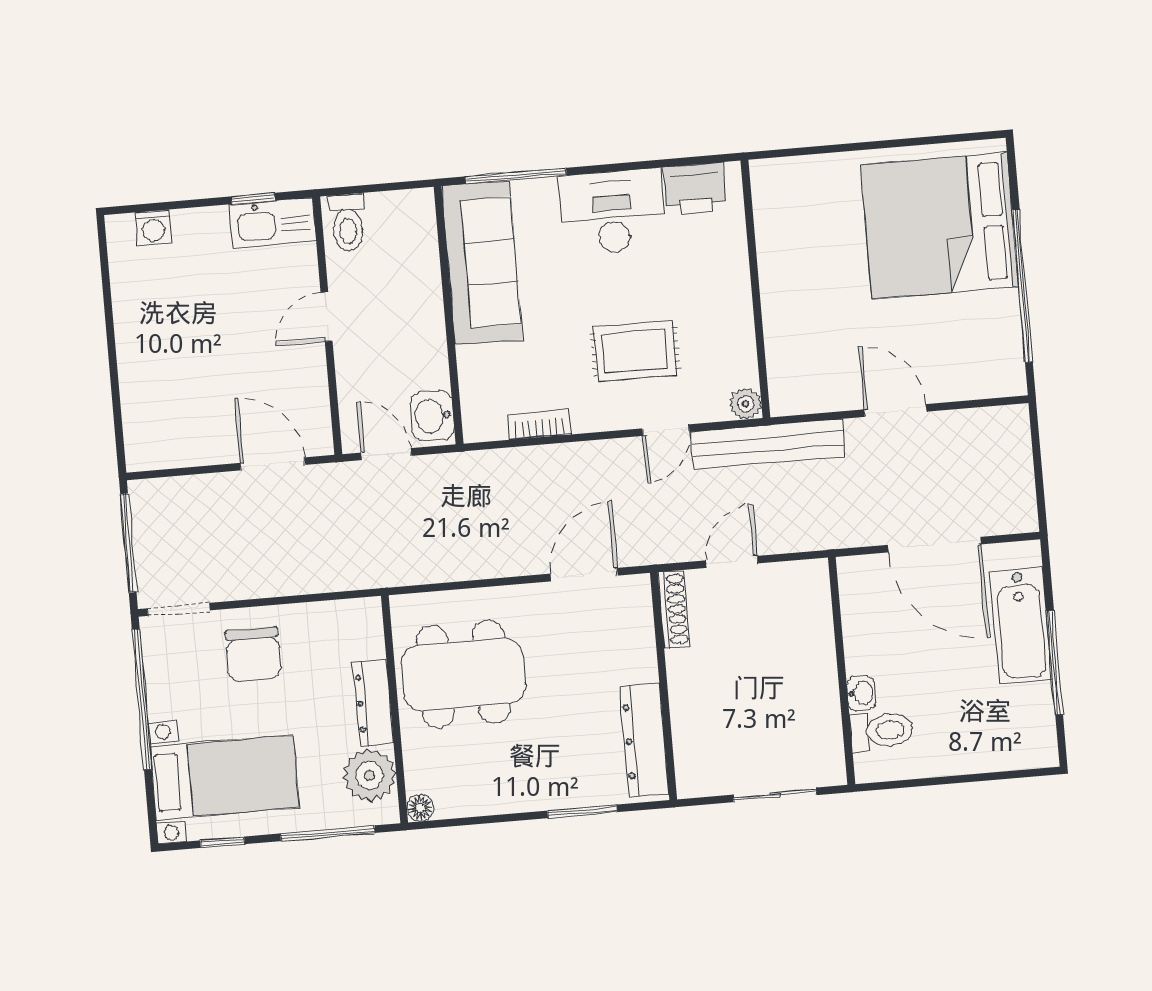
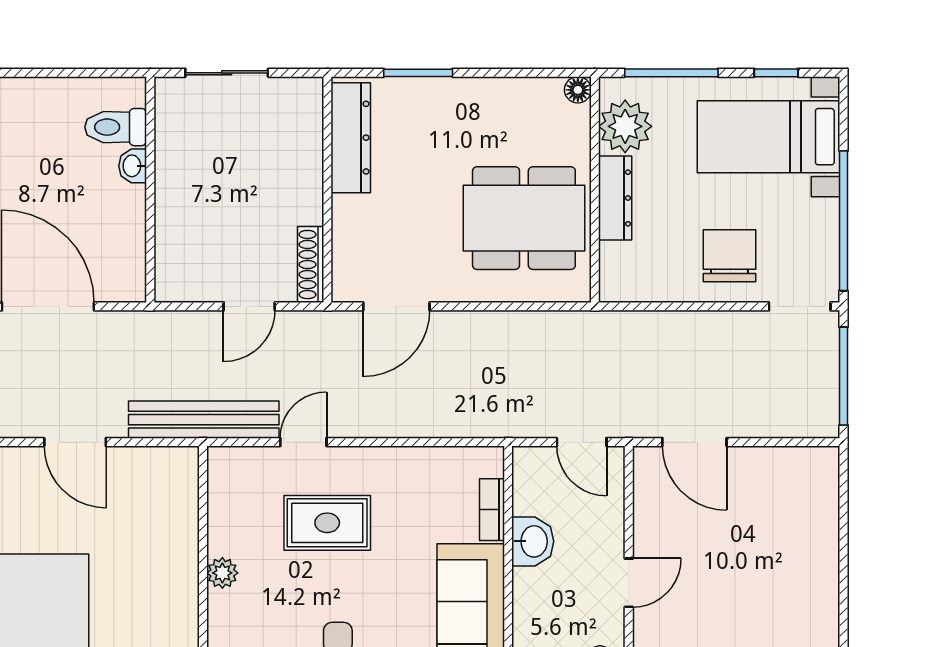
plant: (746, 404) -> (222, 573), moved
washbasin: (432, 416) -> (533, 541), moved
bookcase: (539, 425) -> (492, 510), moved, turned 90

